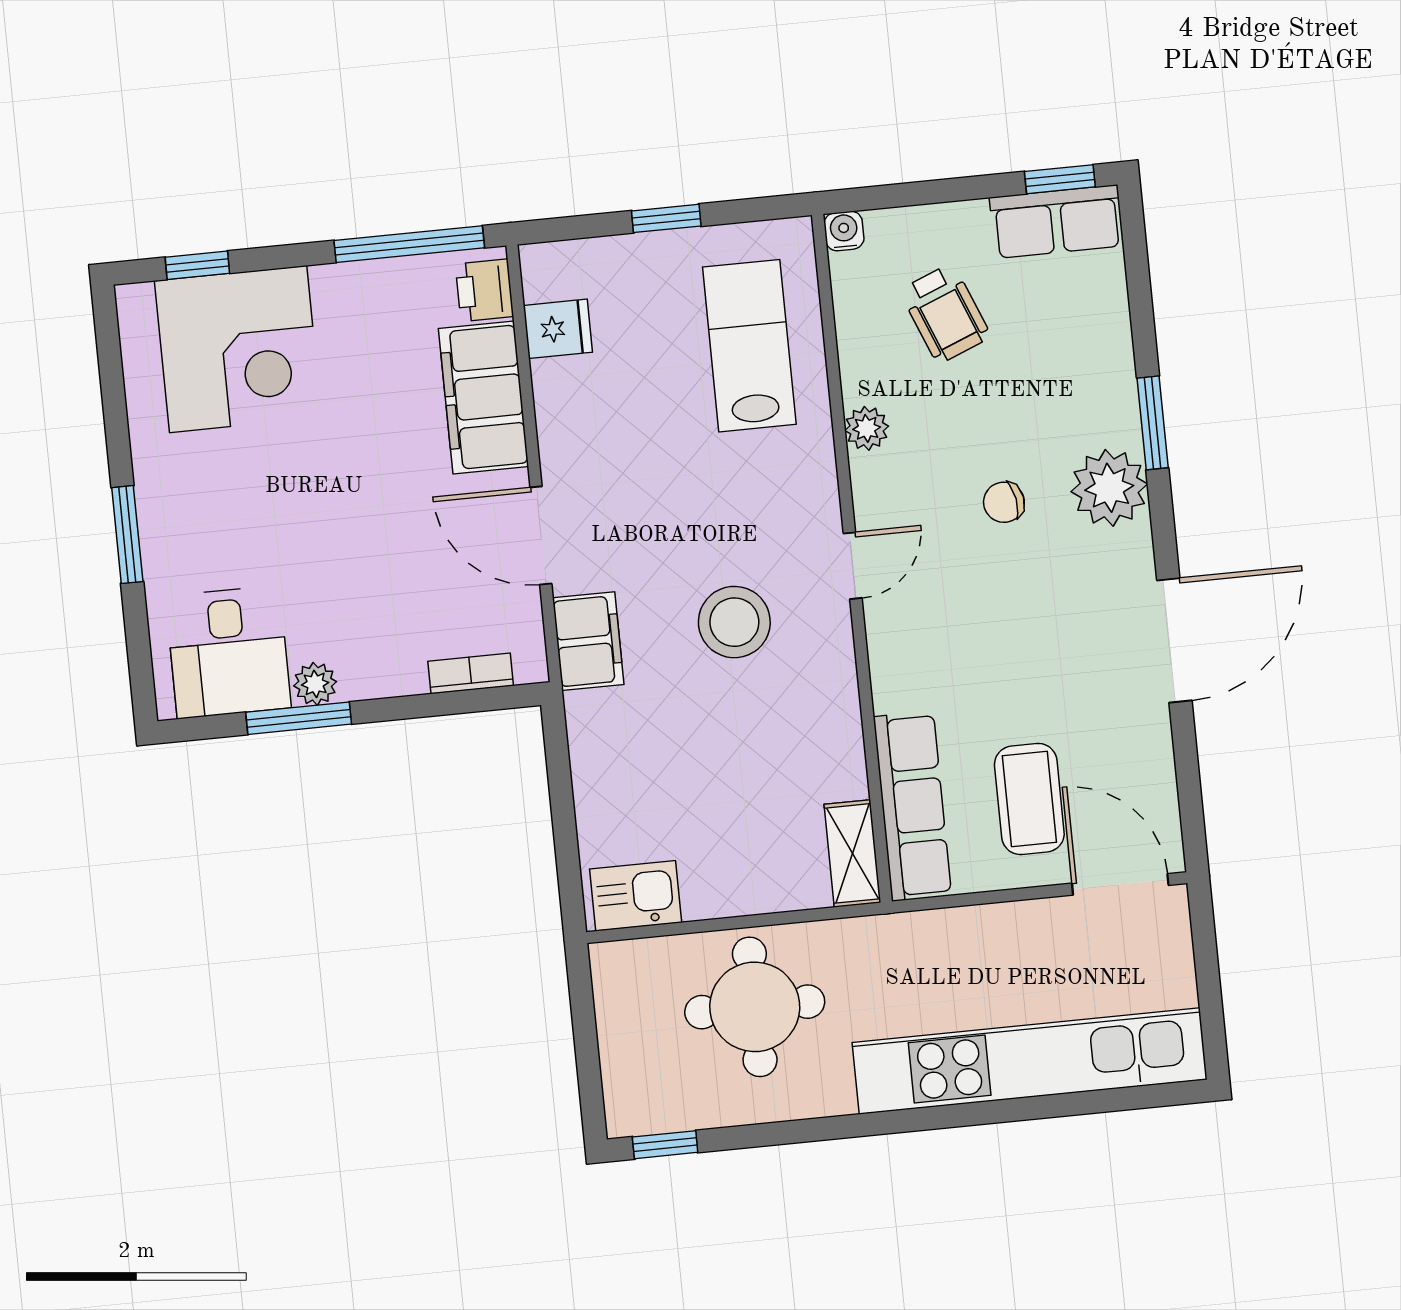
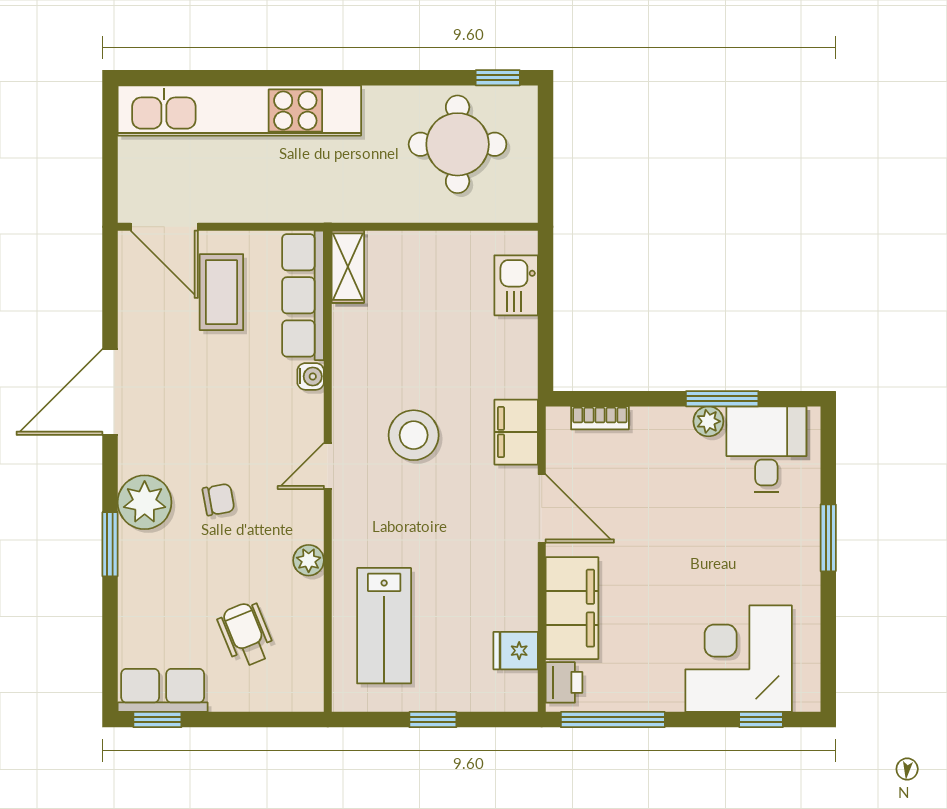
water cooler: (844, 231) -> (311, 376), moved, turned -90
kitchen sink: (636, 896) -> (516, 285), moved, turned 90
round table: (755, 1007) -> (458, 144), moved

